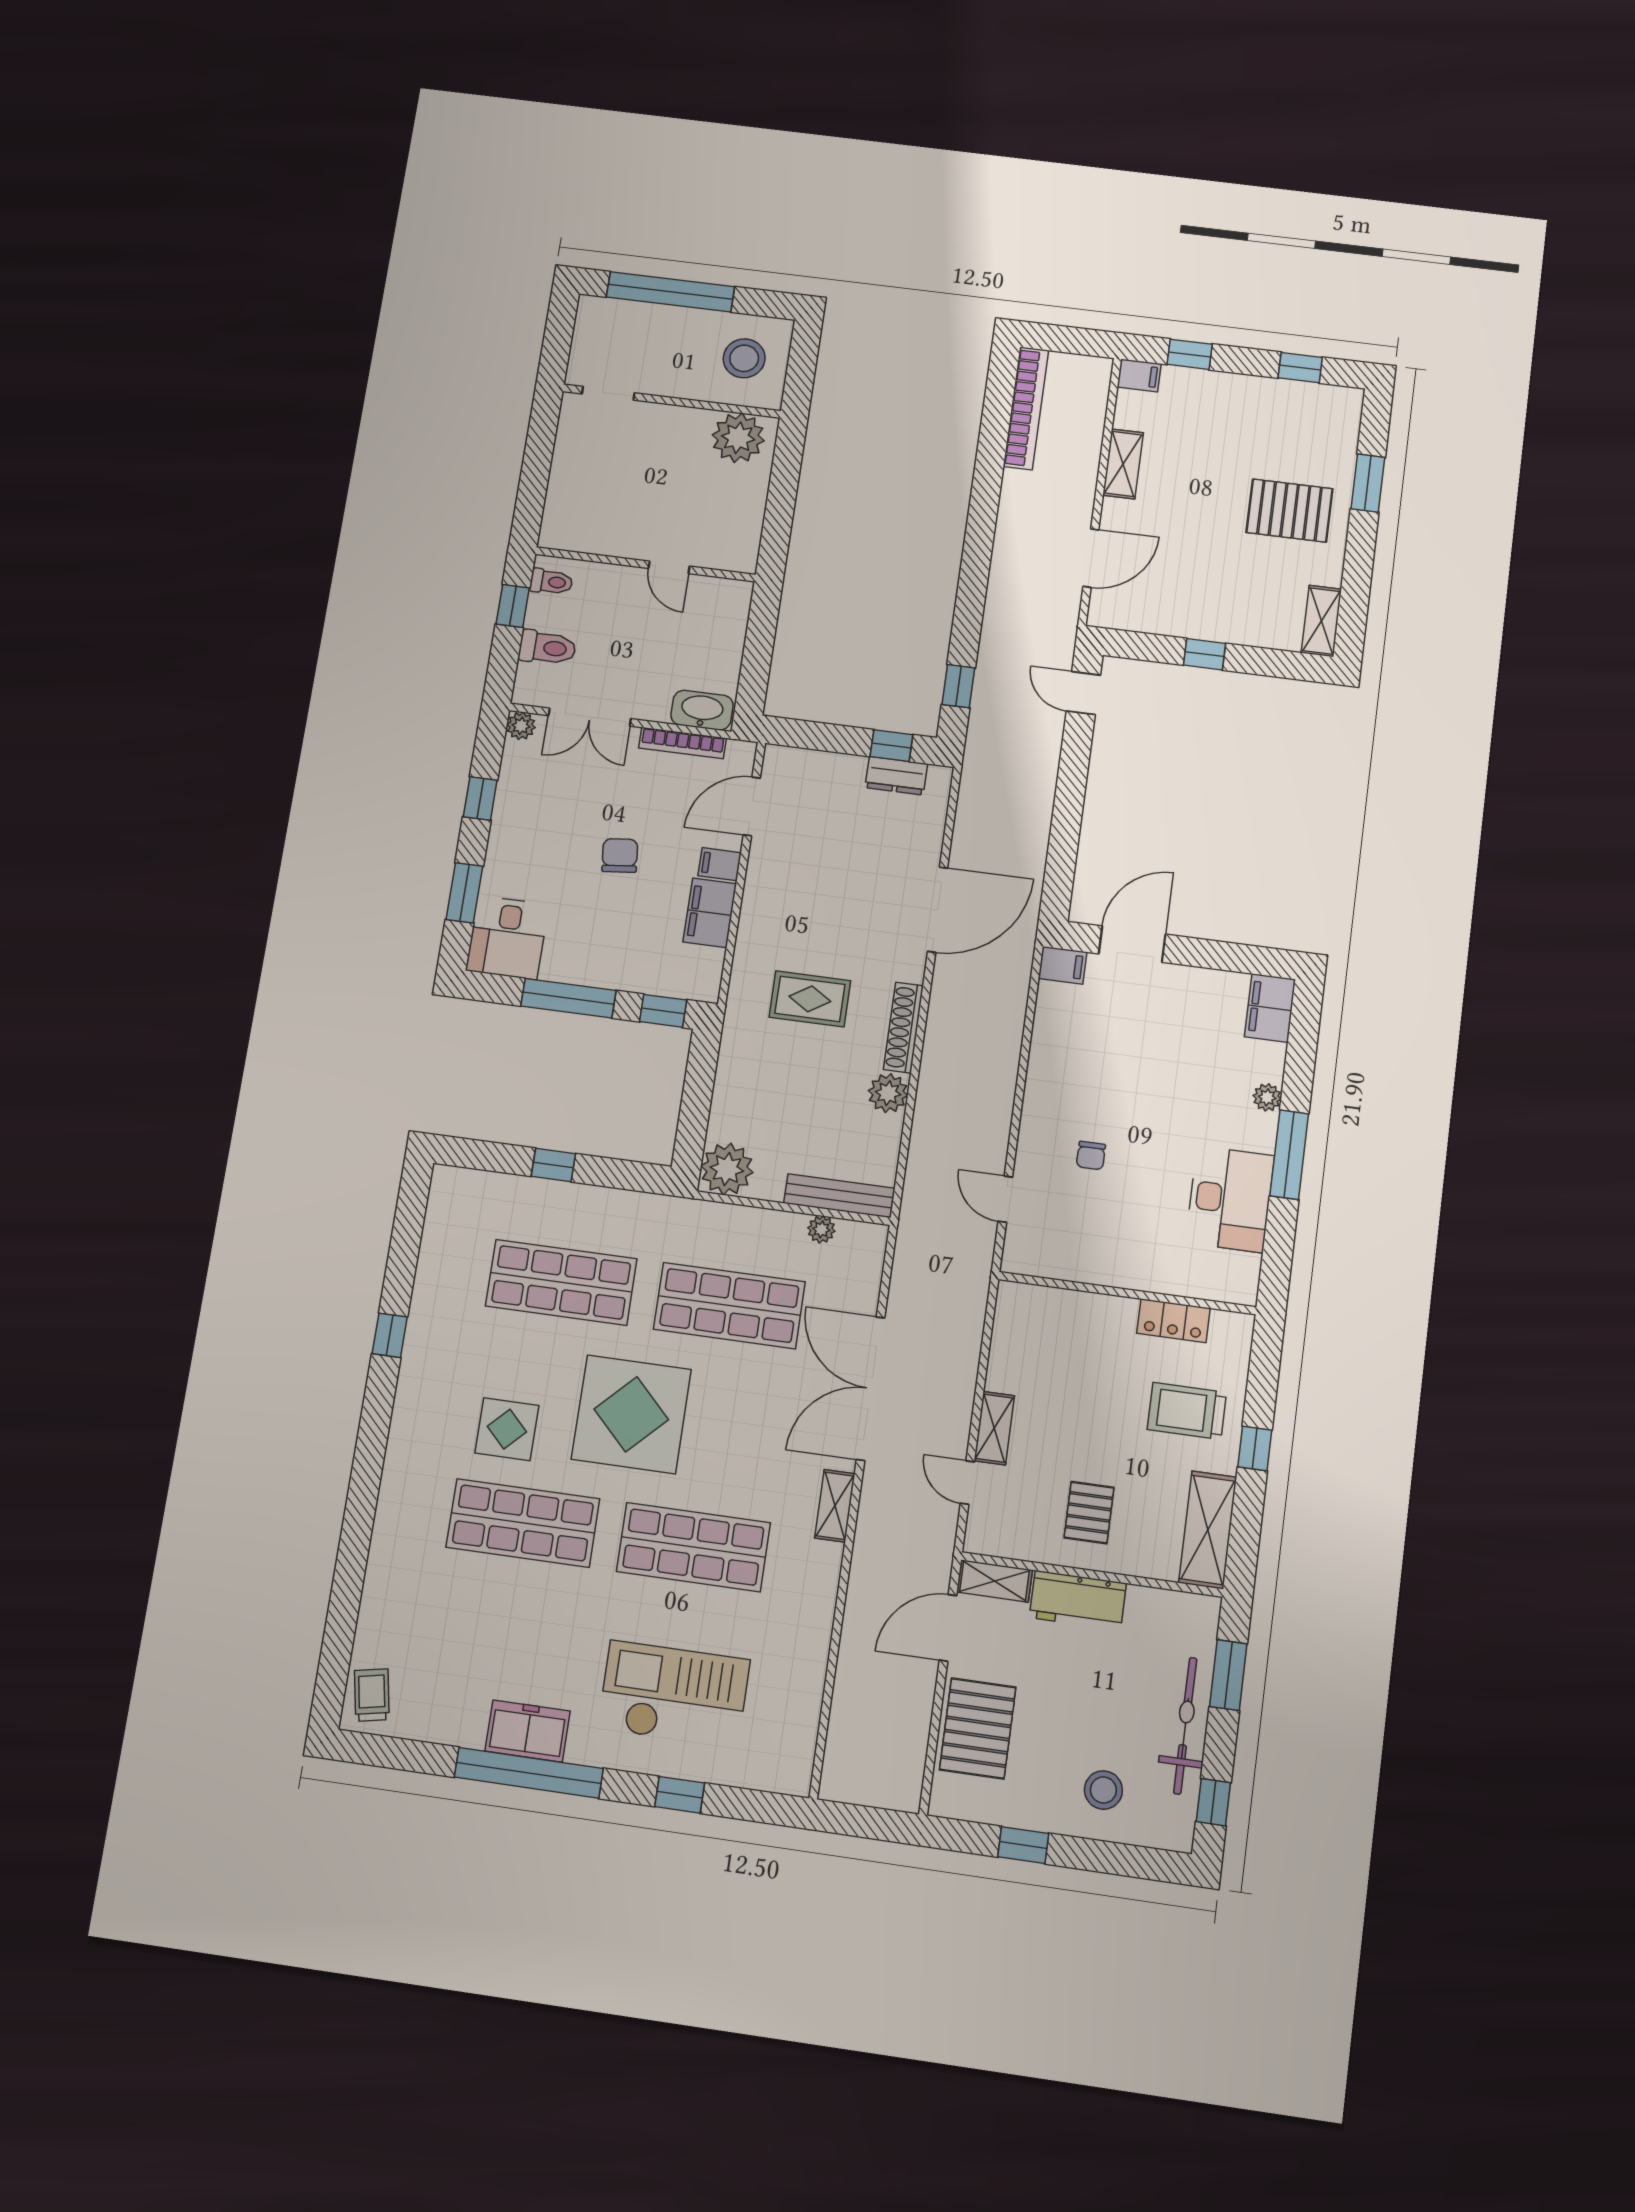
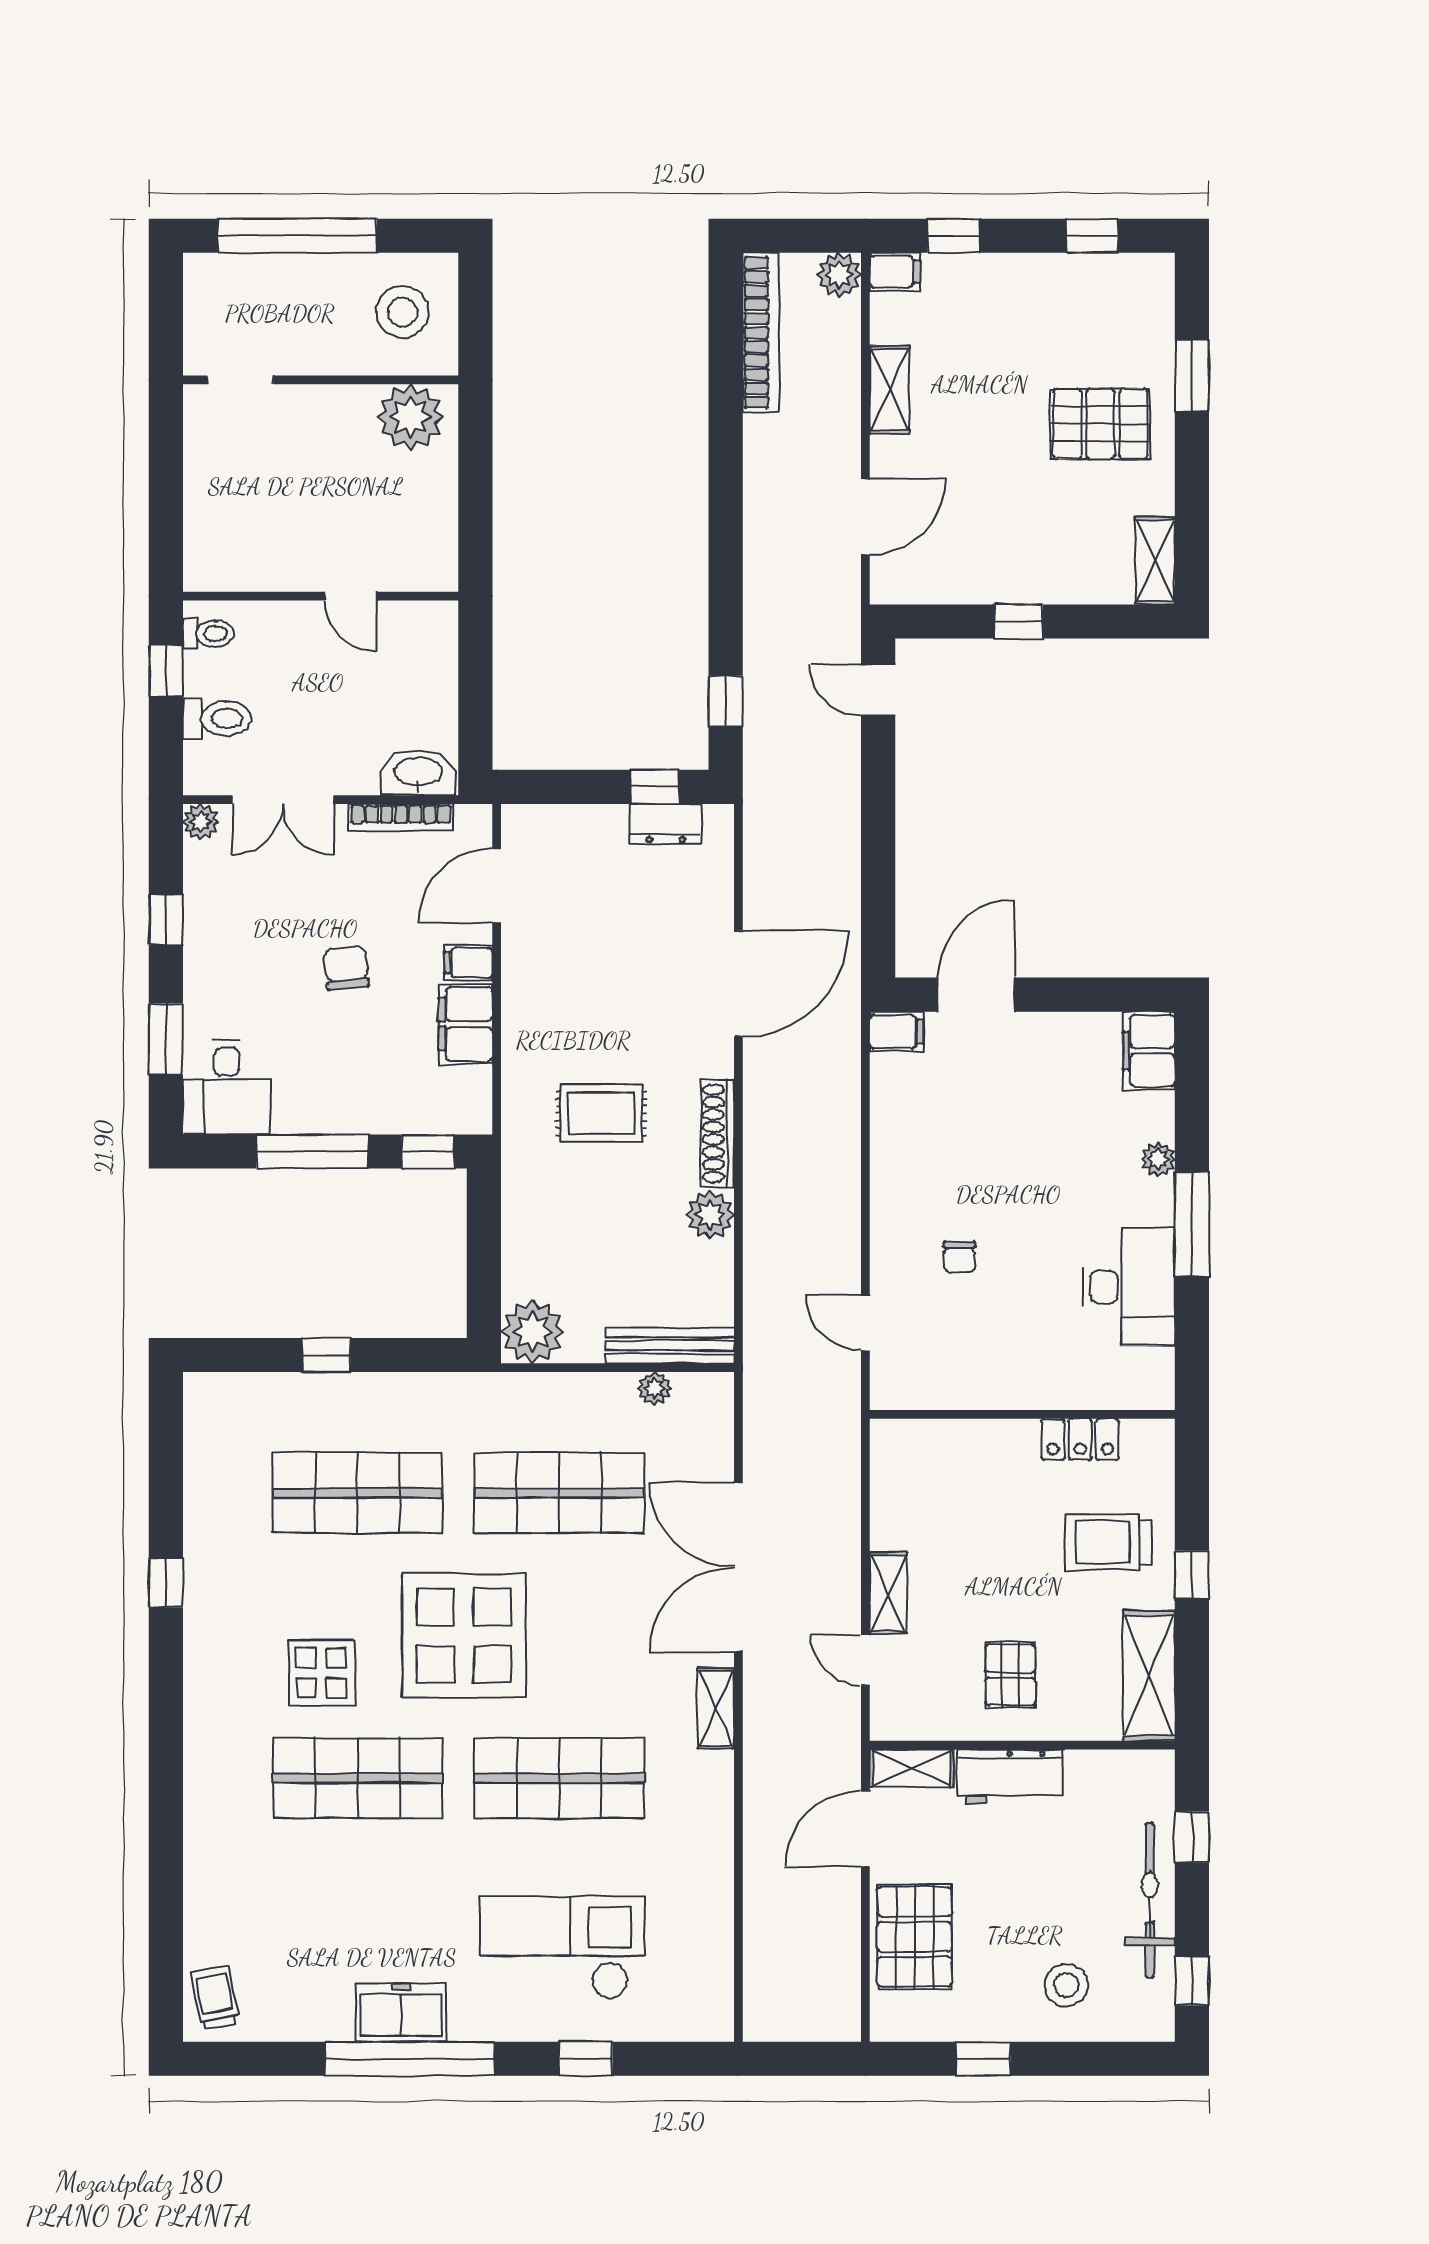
plant: (1094, 373) -> (839, 275), added
window: (1228, 1675) -> (1192, 1837), width x0.67

